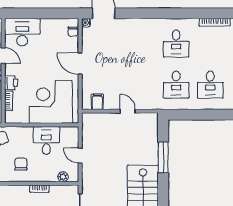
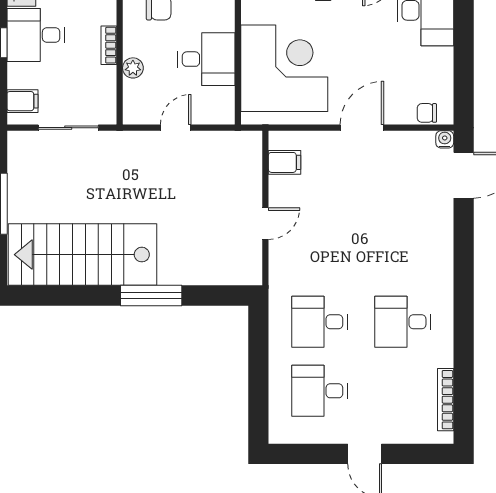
window: (163, 157) -> (151, 296), moved
plant: (63, 177) -> (133, 68), moved

